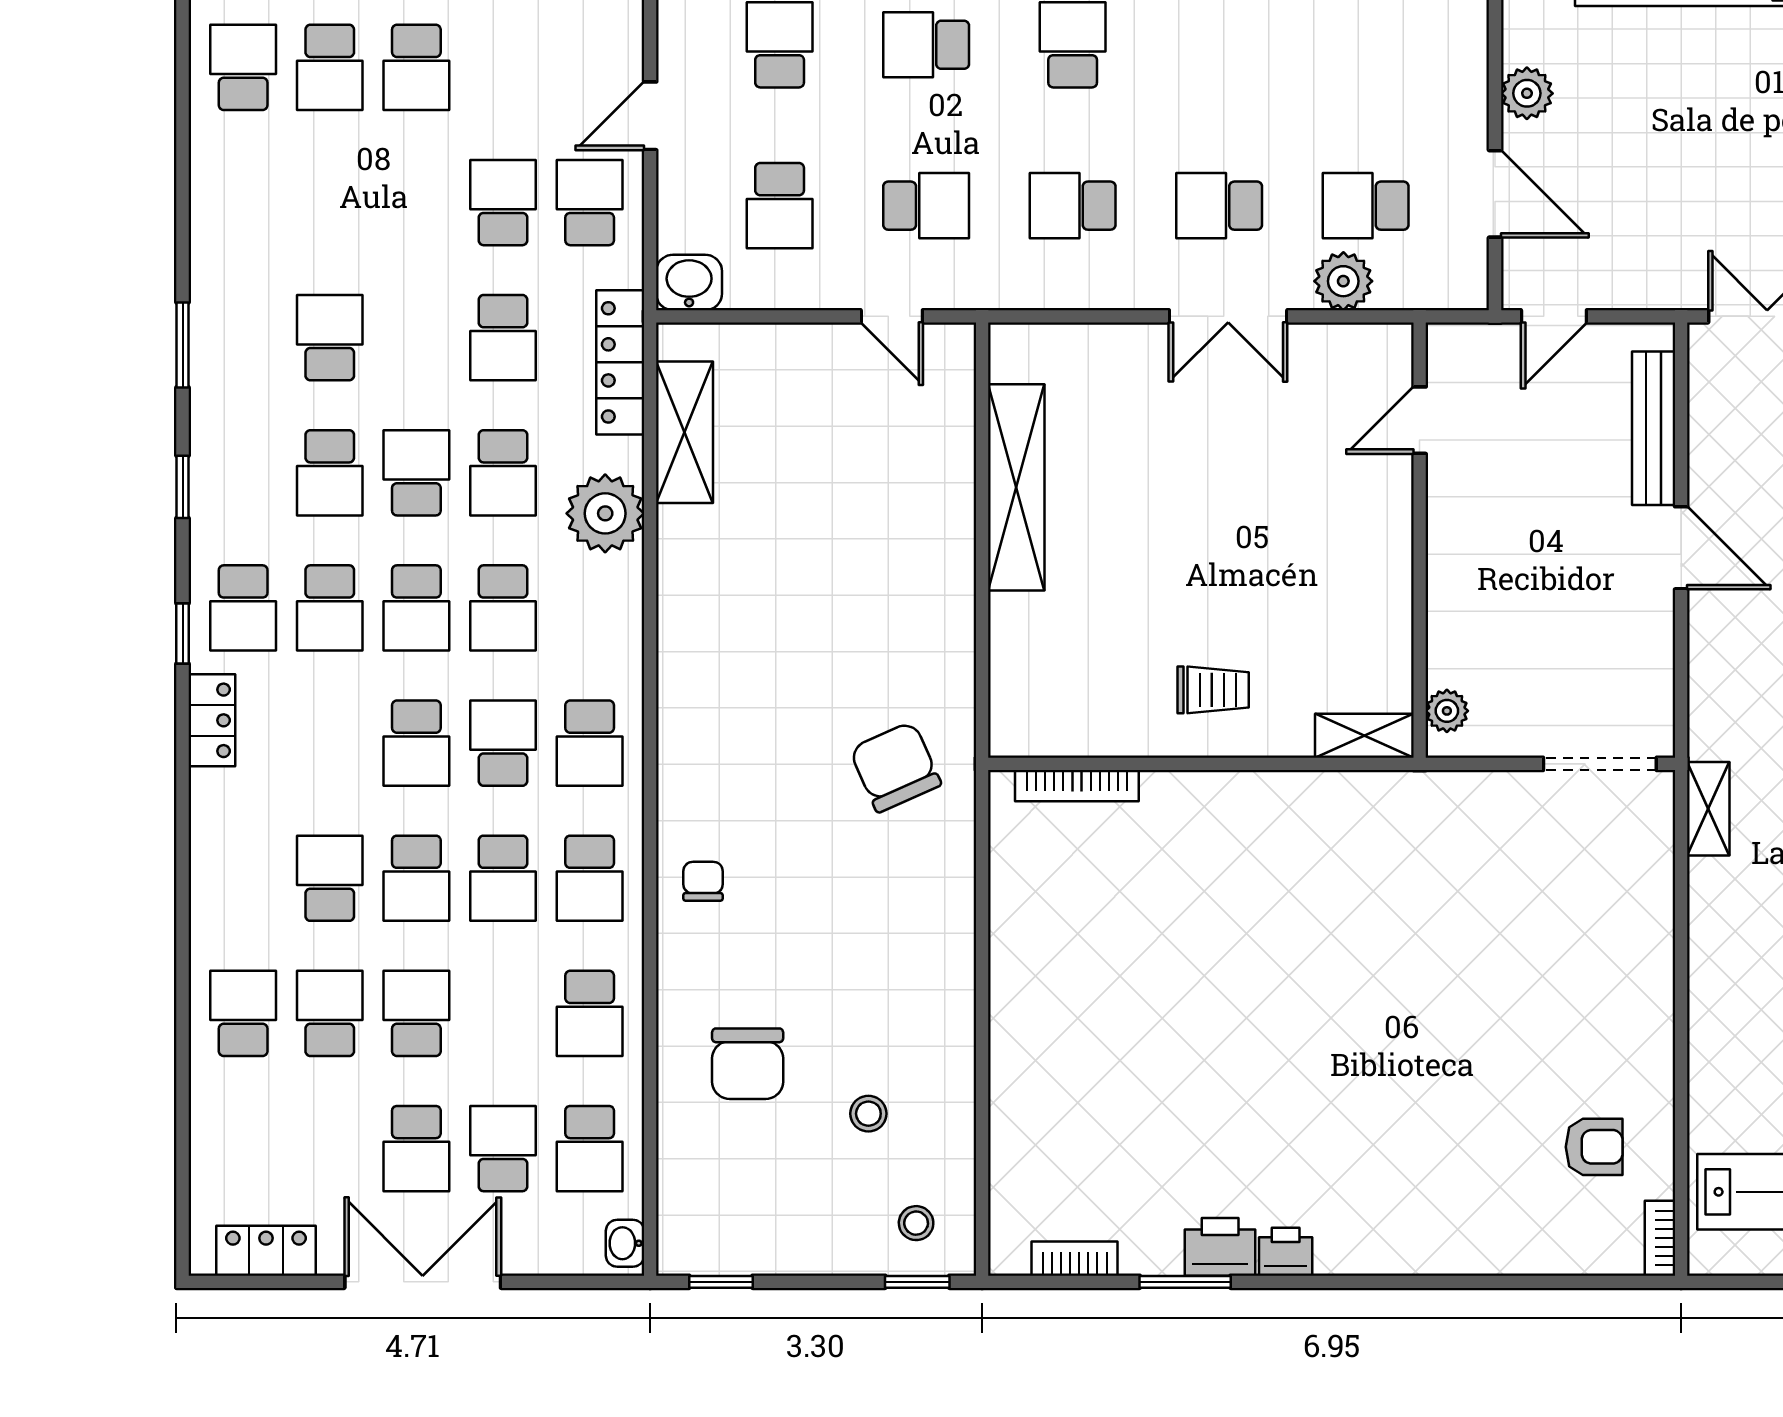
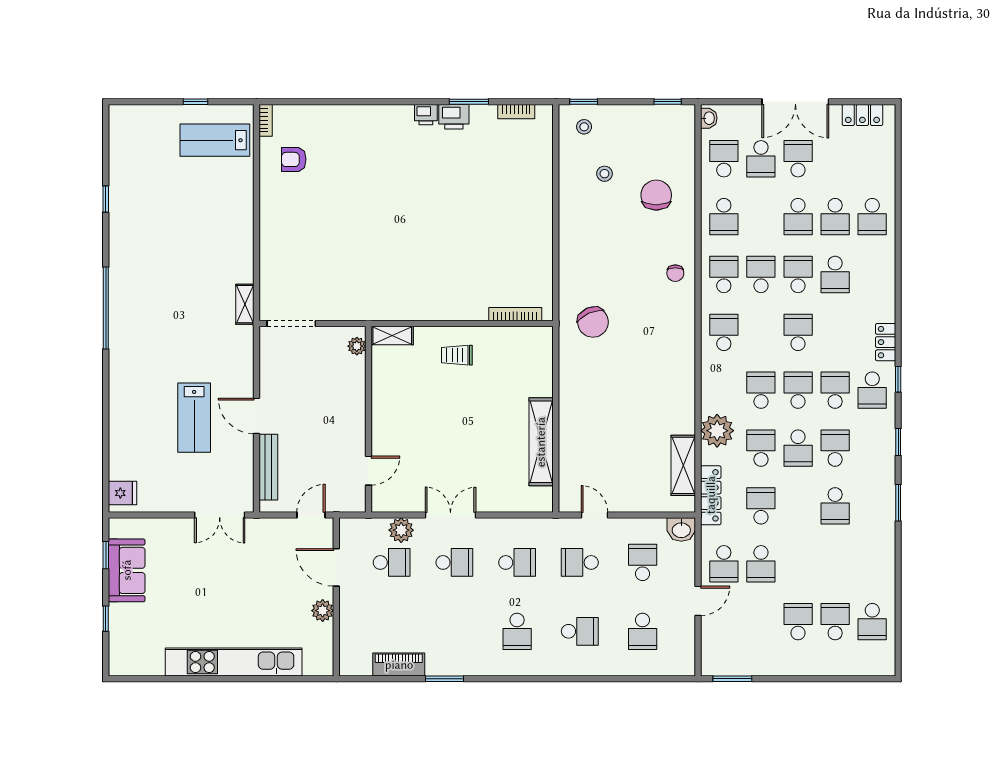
school desk: (243, 608) -> (872, 390), turned 180
school desk: (503, 743) -> (761, 332), removed
school desk: (590, 1013) -> (724, 217), turned 180

